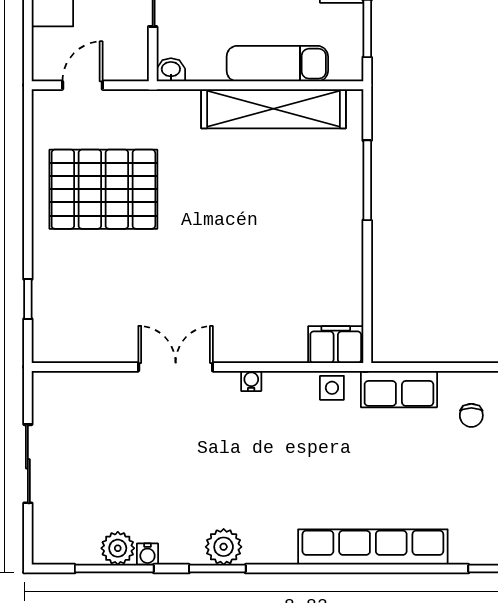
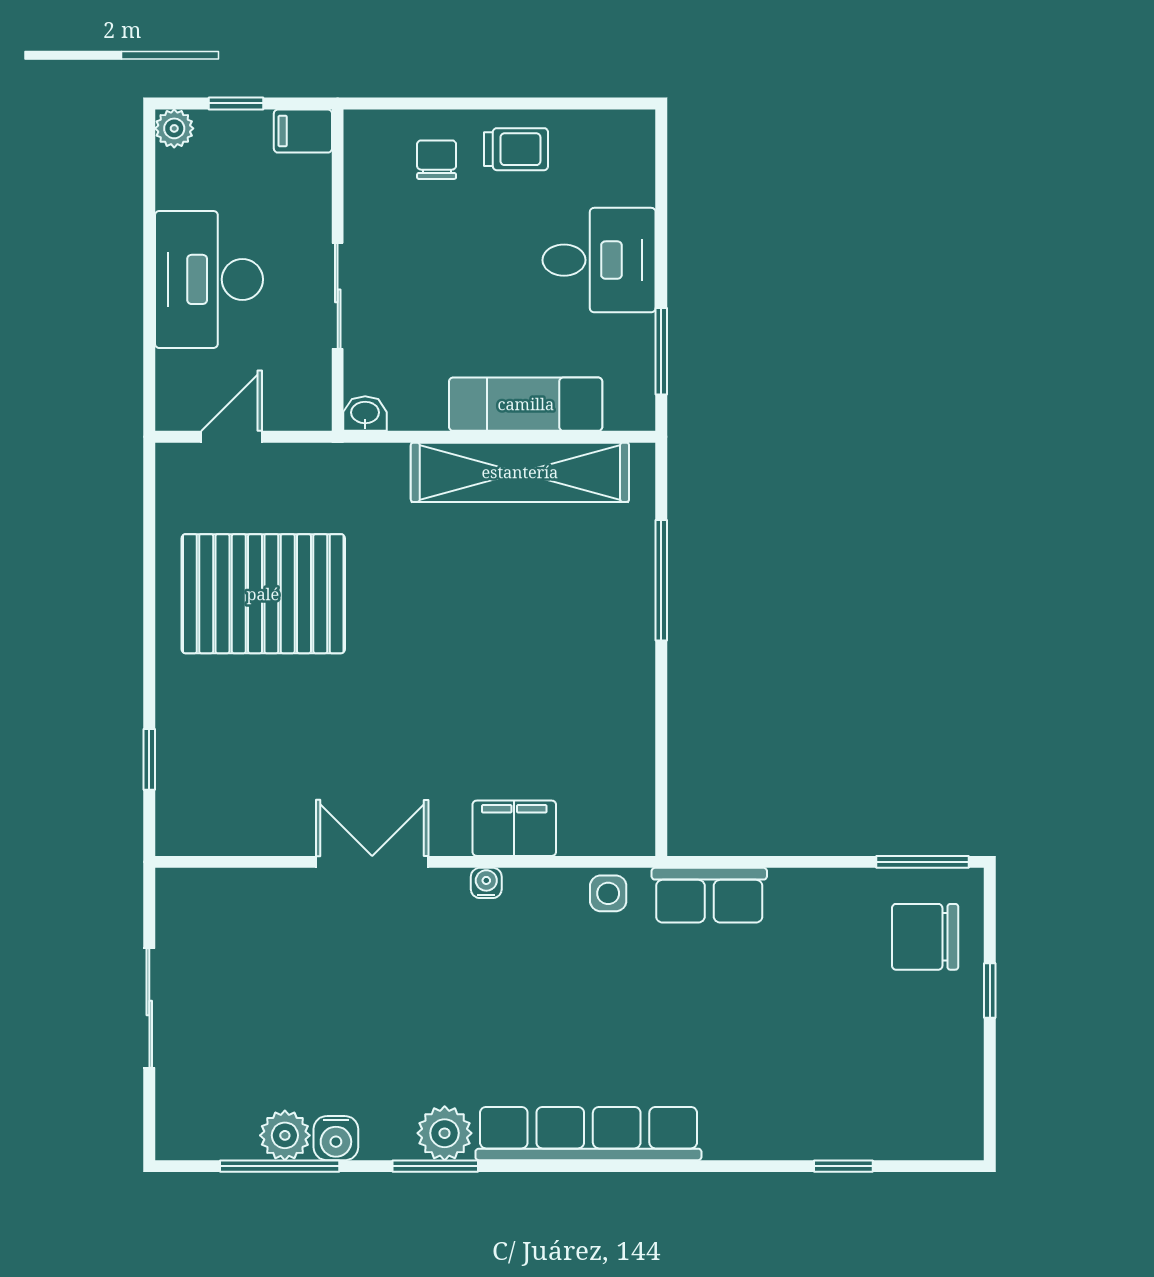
filing cabinet: (336, 345) -> (514, 828), moved
chair: (471, 415) -> (818, 935), removed
row of seats: (373, 547) -> (588, 1134), moved
water cooler: (147, 554) -> (336, 1138), width x1.38, depth x1.38

